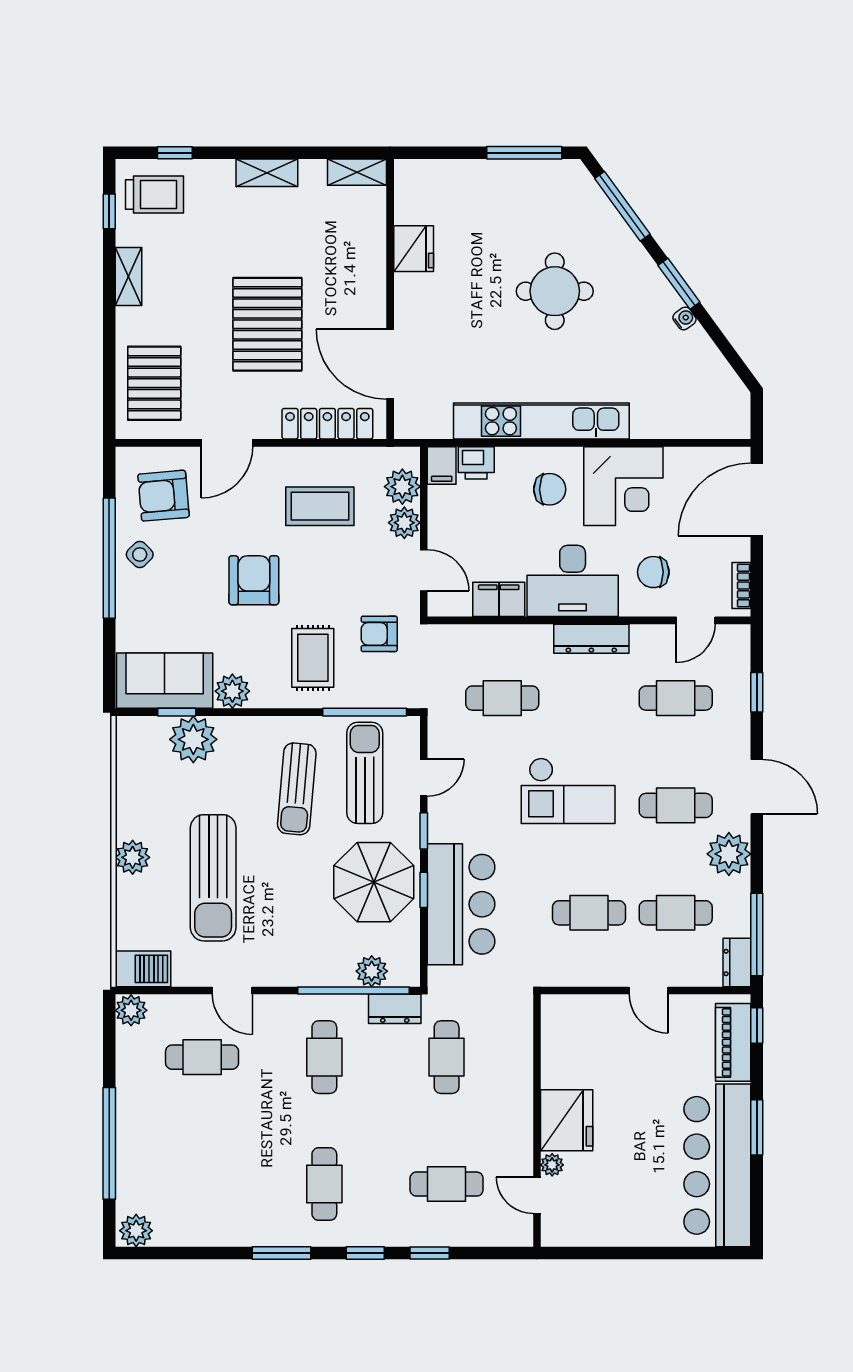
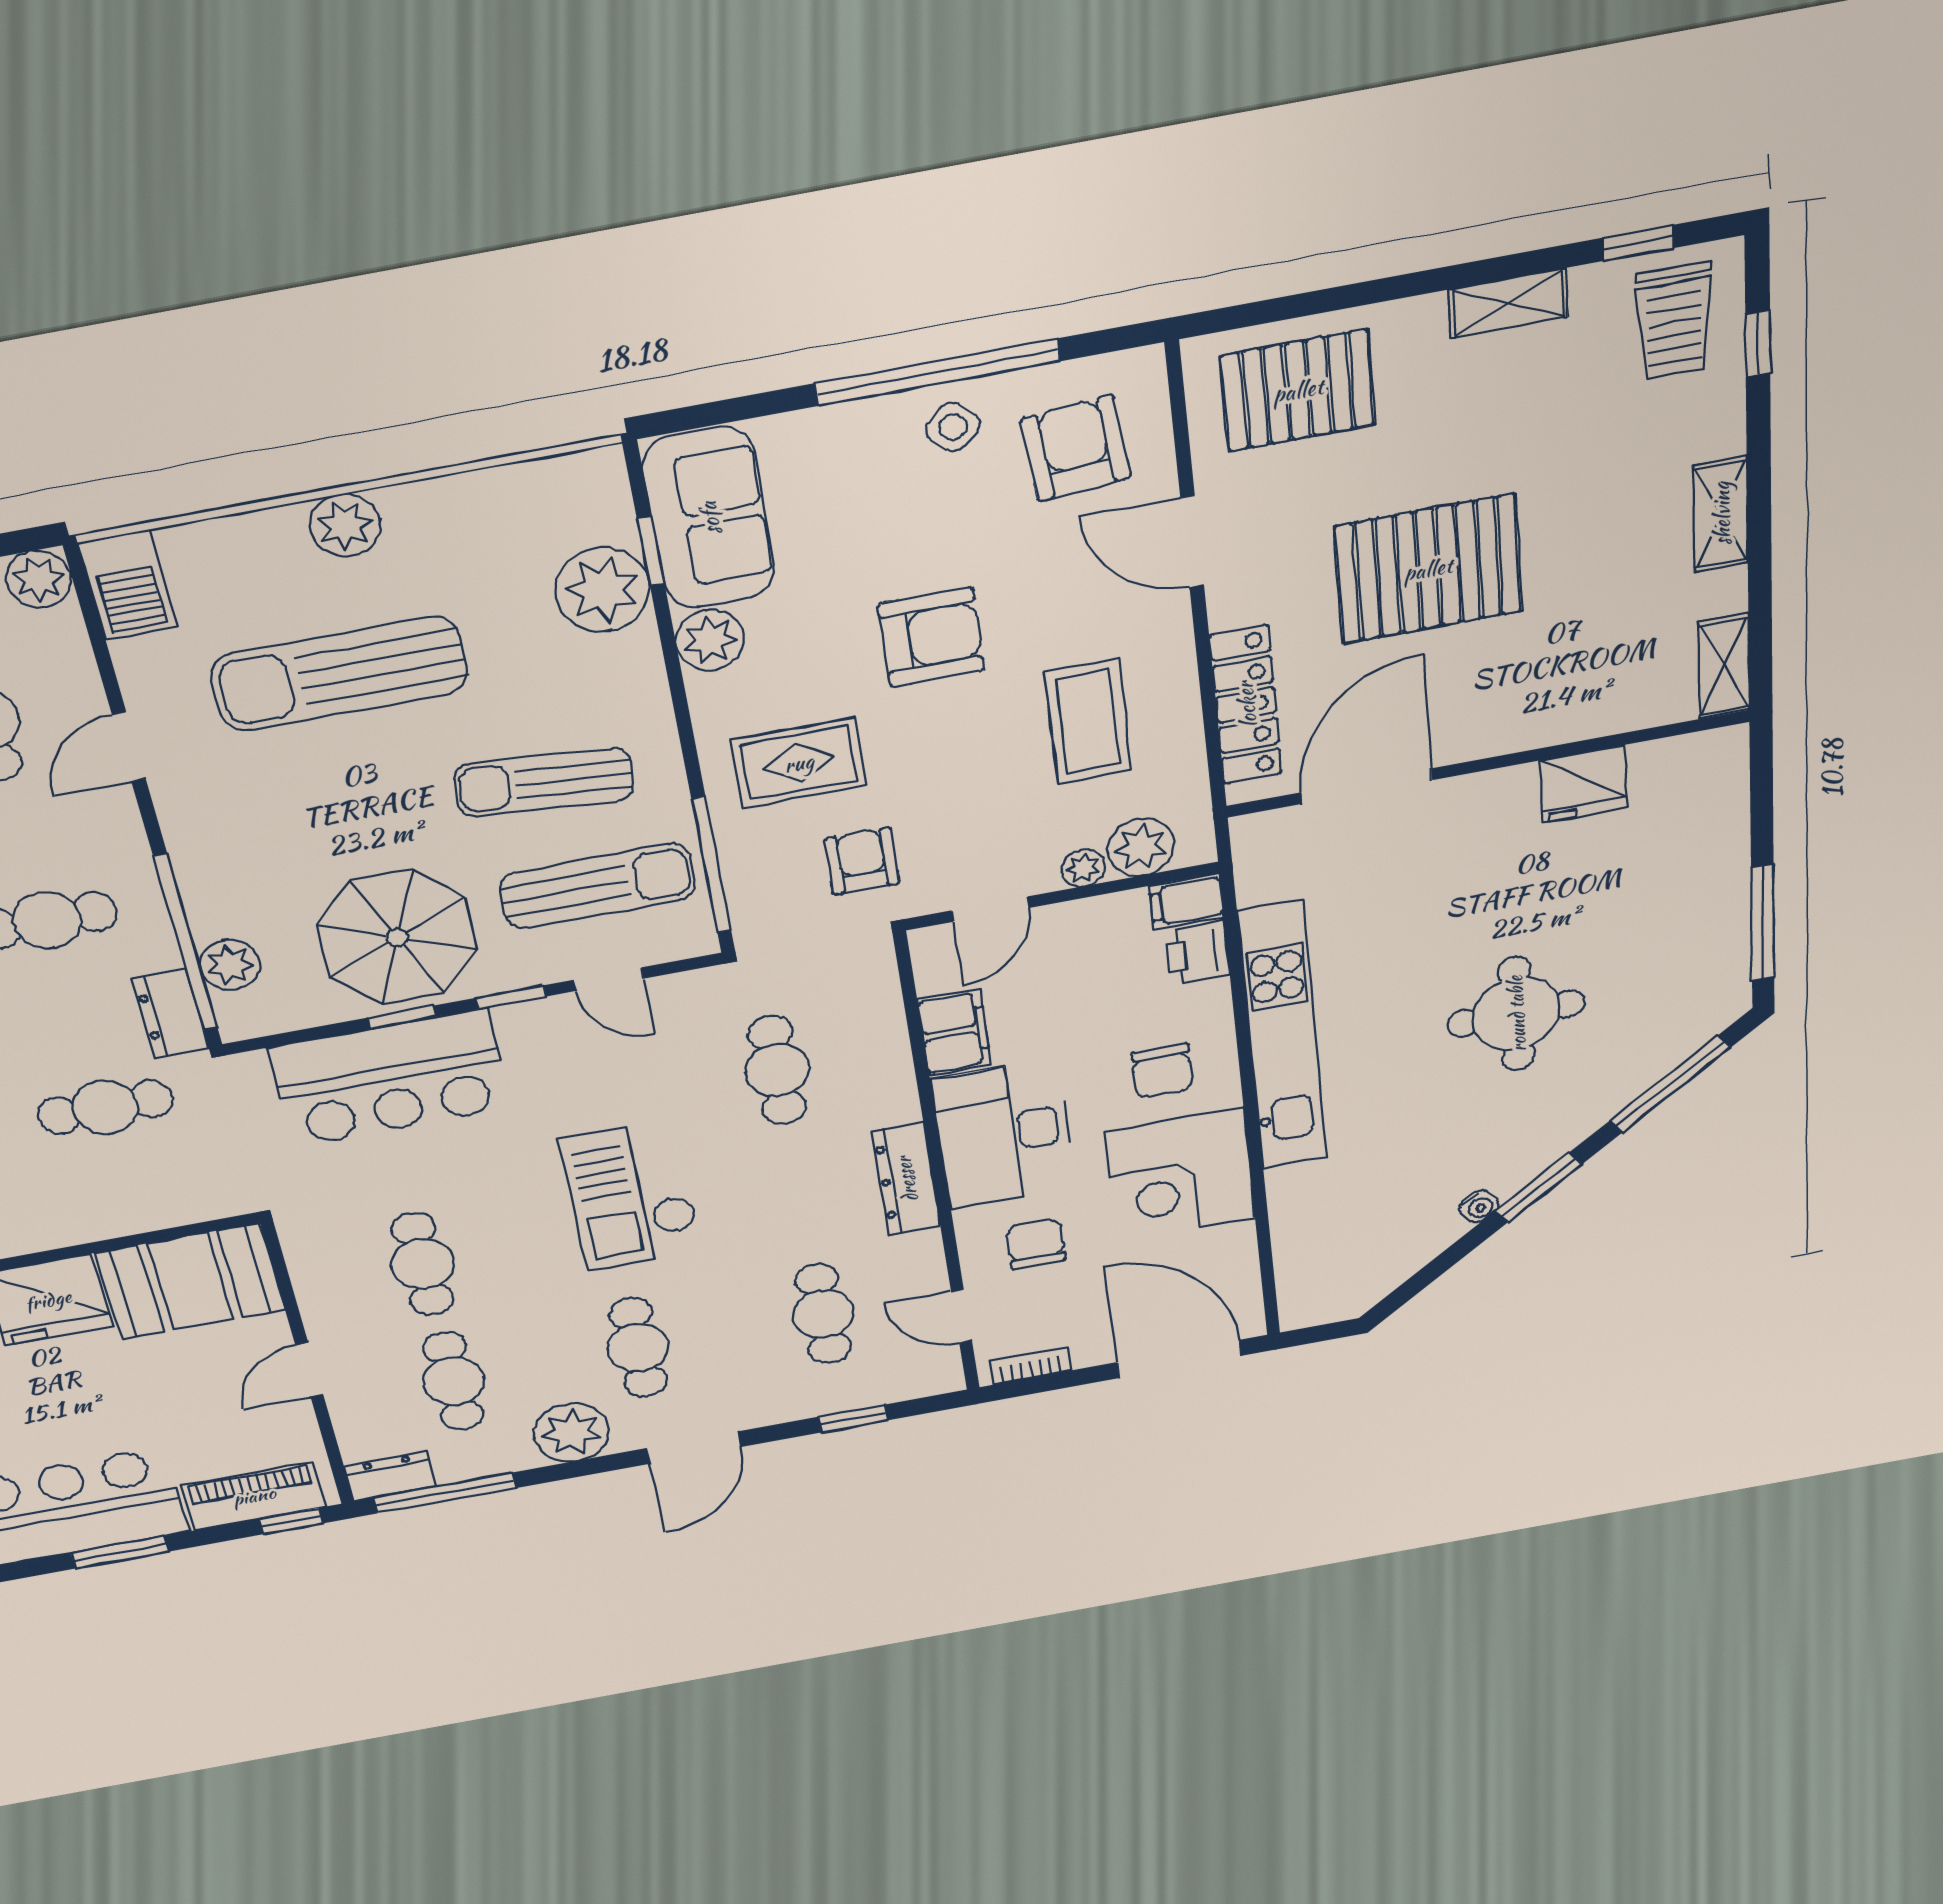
plant: (404, 523) -> (1083, 868), width x0.73, depth x0.73
booth: (572, 1041) -> (191, 1281), added

